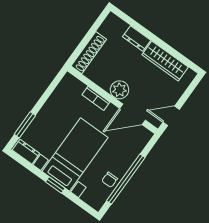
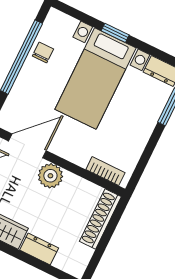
bookcase: (96, 98) -> (105, 171), moved

